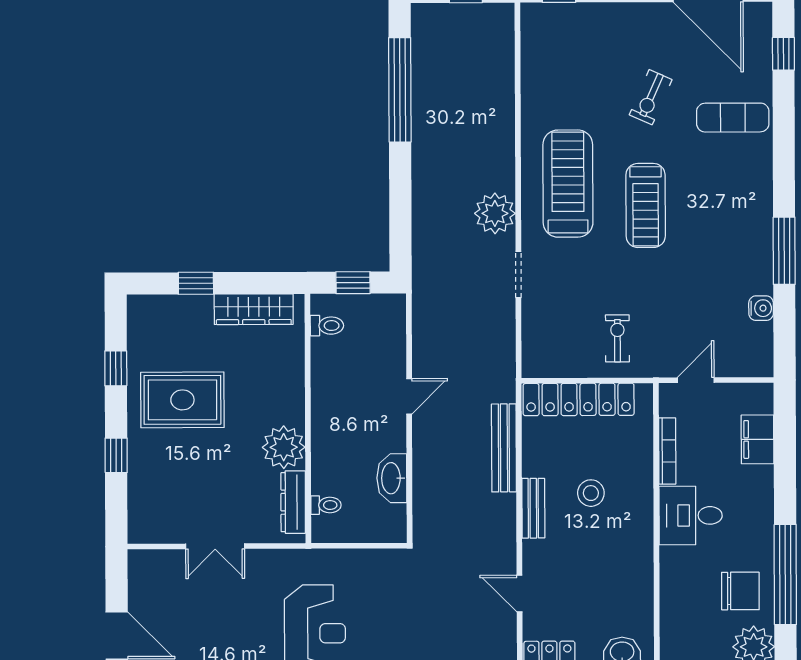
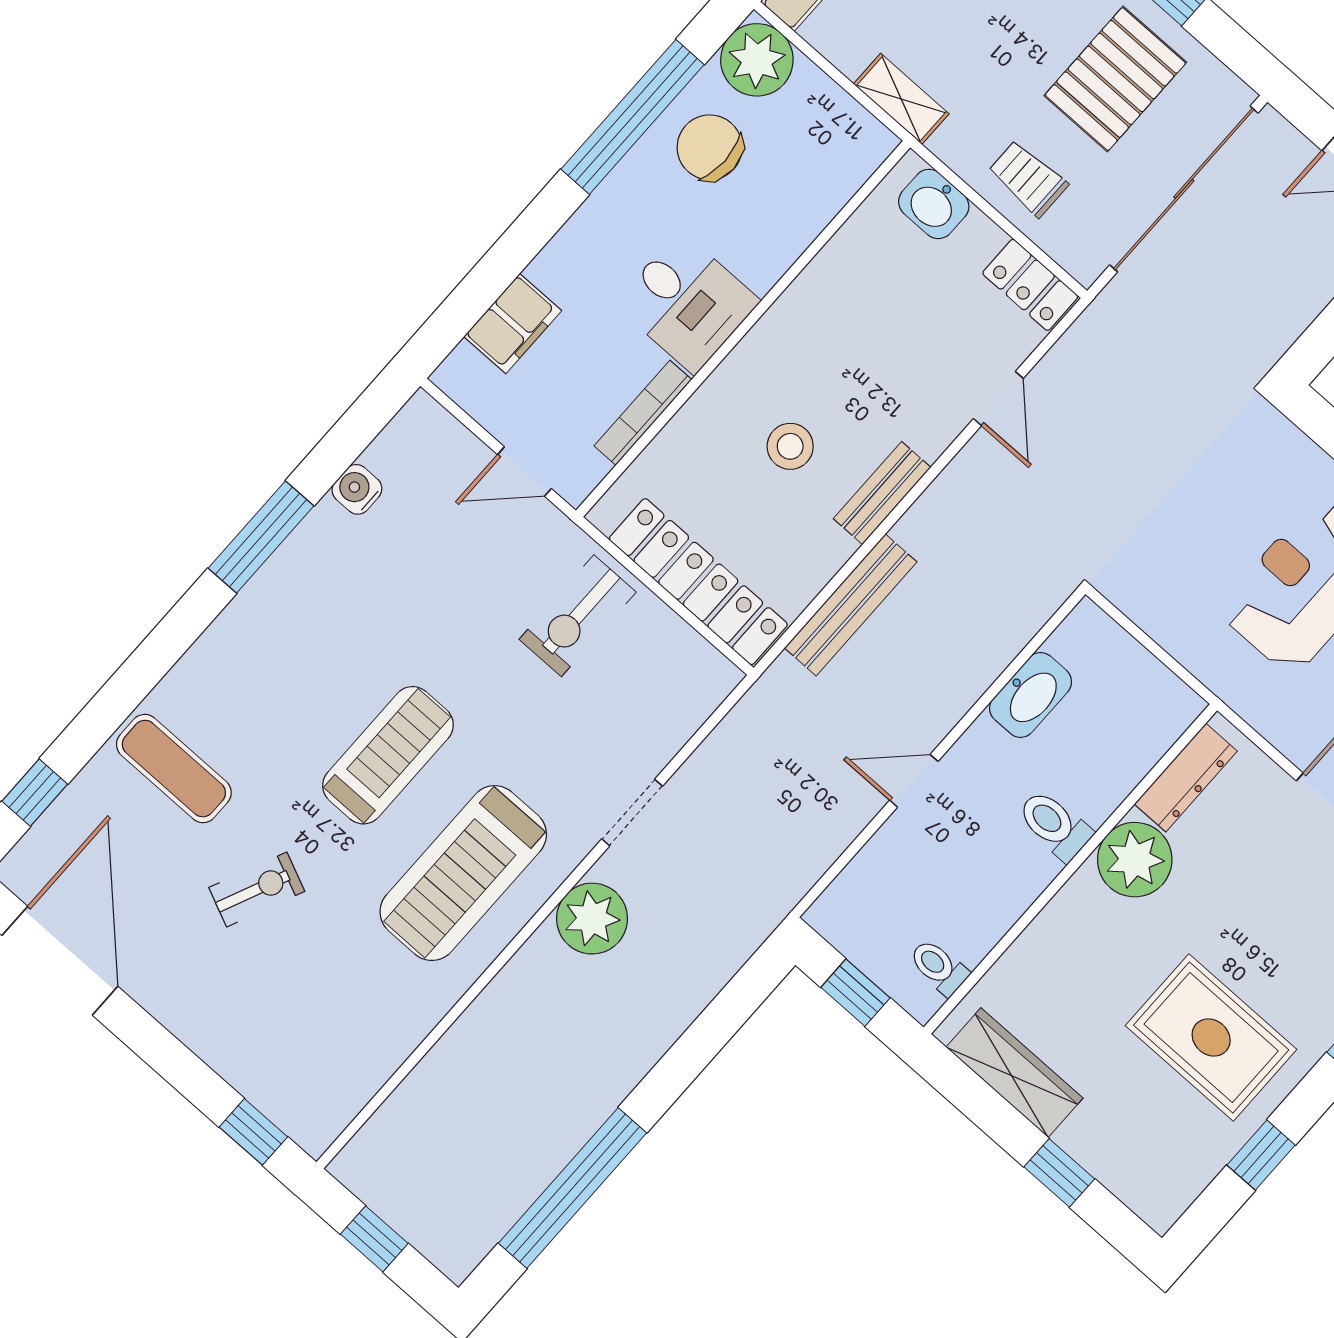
exercise bike: (617, 338) -> (578, 616), width x1.38, depth x1.39
toilet: (326, 505) -> (1055, 825), moved, width x1.37, depth x1.39

